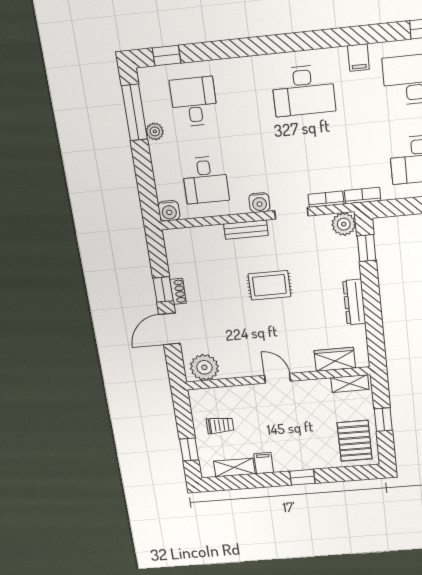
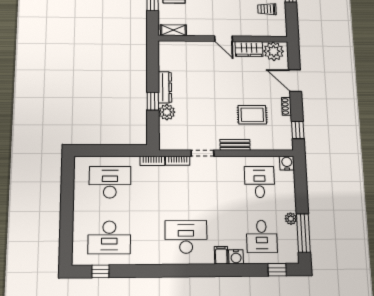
filing cabinet: (358, 58) -> (221, 255), moved
water cooler: (259, 203) -> (236, 257), moved, turned 180
plant: (344, 224) -> (167, 112), moved
window: (367, 248) -> (153, 101), moved
rug: (269, 285) -> (252, 115), moved
window: (163, 289) -> (298, 130), moved
door: (170, 329) -> (295, 81), swing flipped
wardrobe: (335, 359) -> (249, 49), moved

